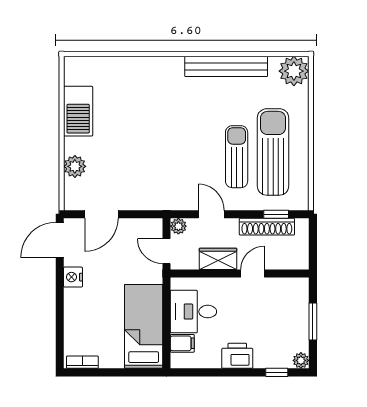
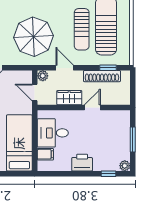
sun lounger: (237, 157) -> (82, 29), turned 180
parasol: (165, 168) -> (34, 37), added

